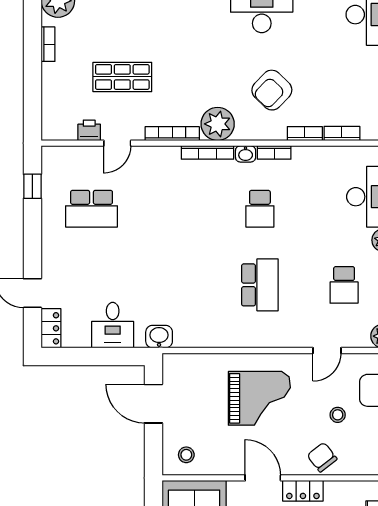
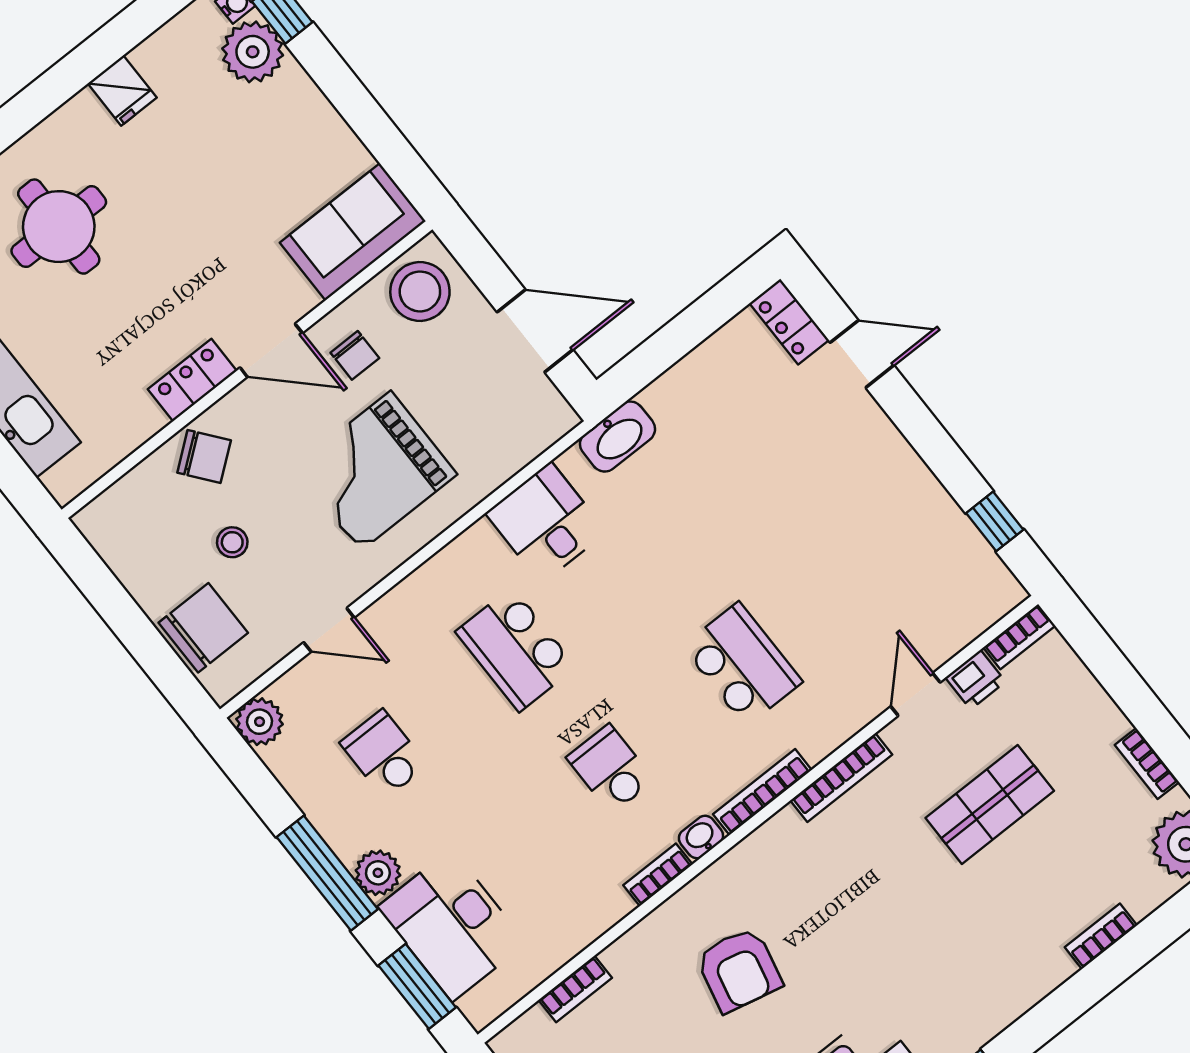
armchair: (272, 90) -> (739, 970), turned 149
plant: (218, 124) -> (782, 849), removed
bookcase: (305, 134) -> (1019, 637), moved
school desk: (92, 209) -> (742, 664), moved, turned 90
desk: (113, 325) -> (546, 523), moved
washbasin: (159, 337) -> (618, 437), width x1.38
door: (327, 350) -> (329, 630), swing flipped
chair: (232, 450) -> (355, 355), added
stool: (186, 455) -> (420, 291), width x1.89, depth x1.89

